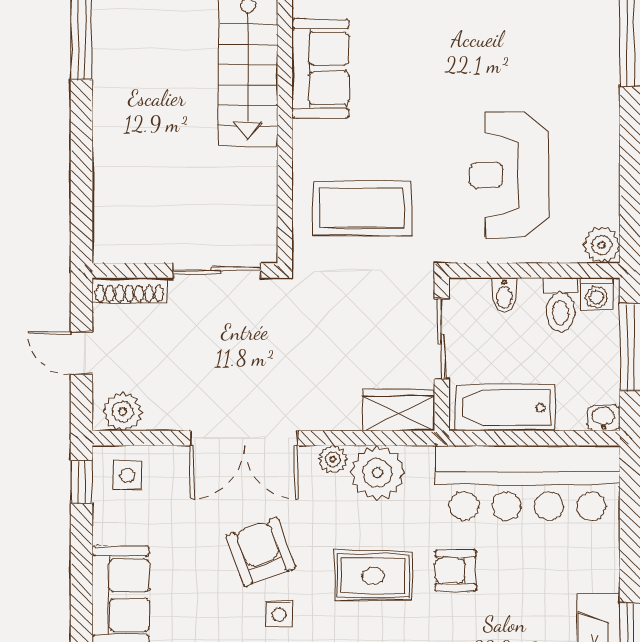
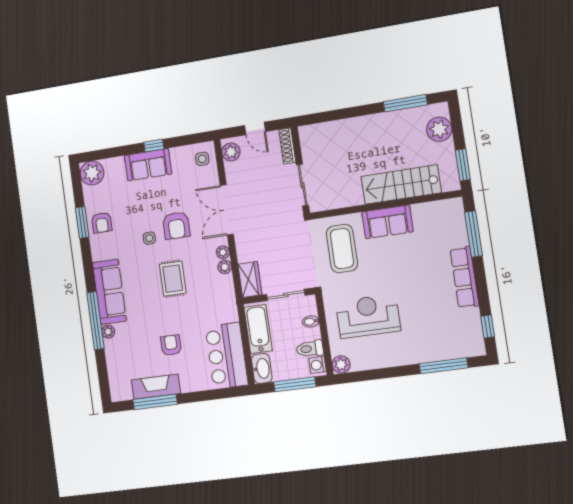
sofa: (320, 68) -> (387, 222), moved
door: (81, 353) -> (255, 128), swing flipped
washbasin: (604, 418) -> (262, 368), width x1.91, depth x1.45
plant: (377, 473) -> (225, 267), width x0.53, depth x0.53
window: (81, 482) -> (154, 146), moved
bar counter: (528, 483) -> (227, 356), width x0.73
armchair: (261, 552) -> (176, 225), turned 110
armchair: (456, 571) -> (171, 345), moved

